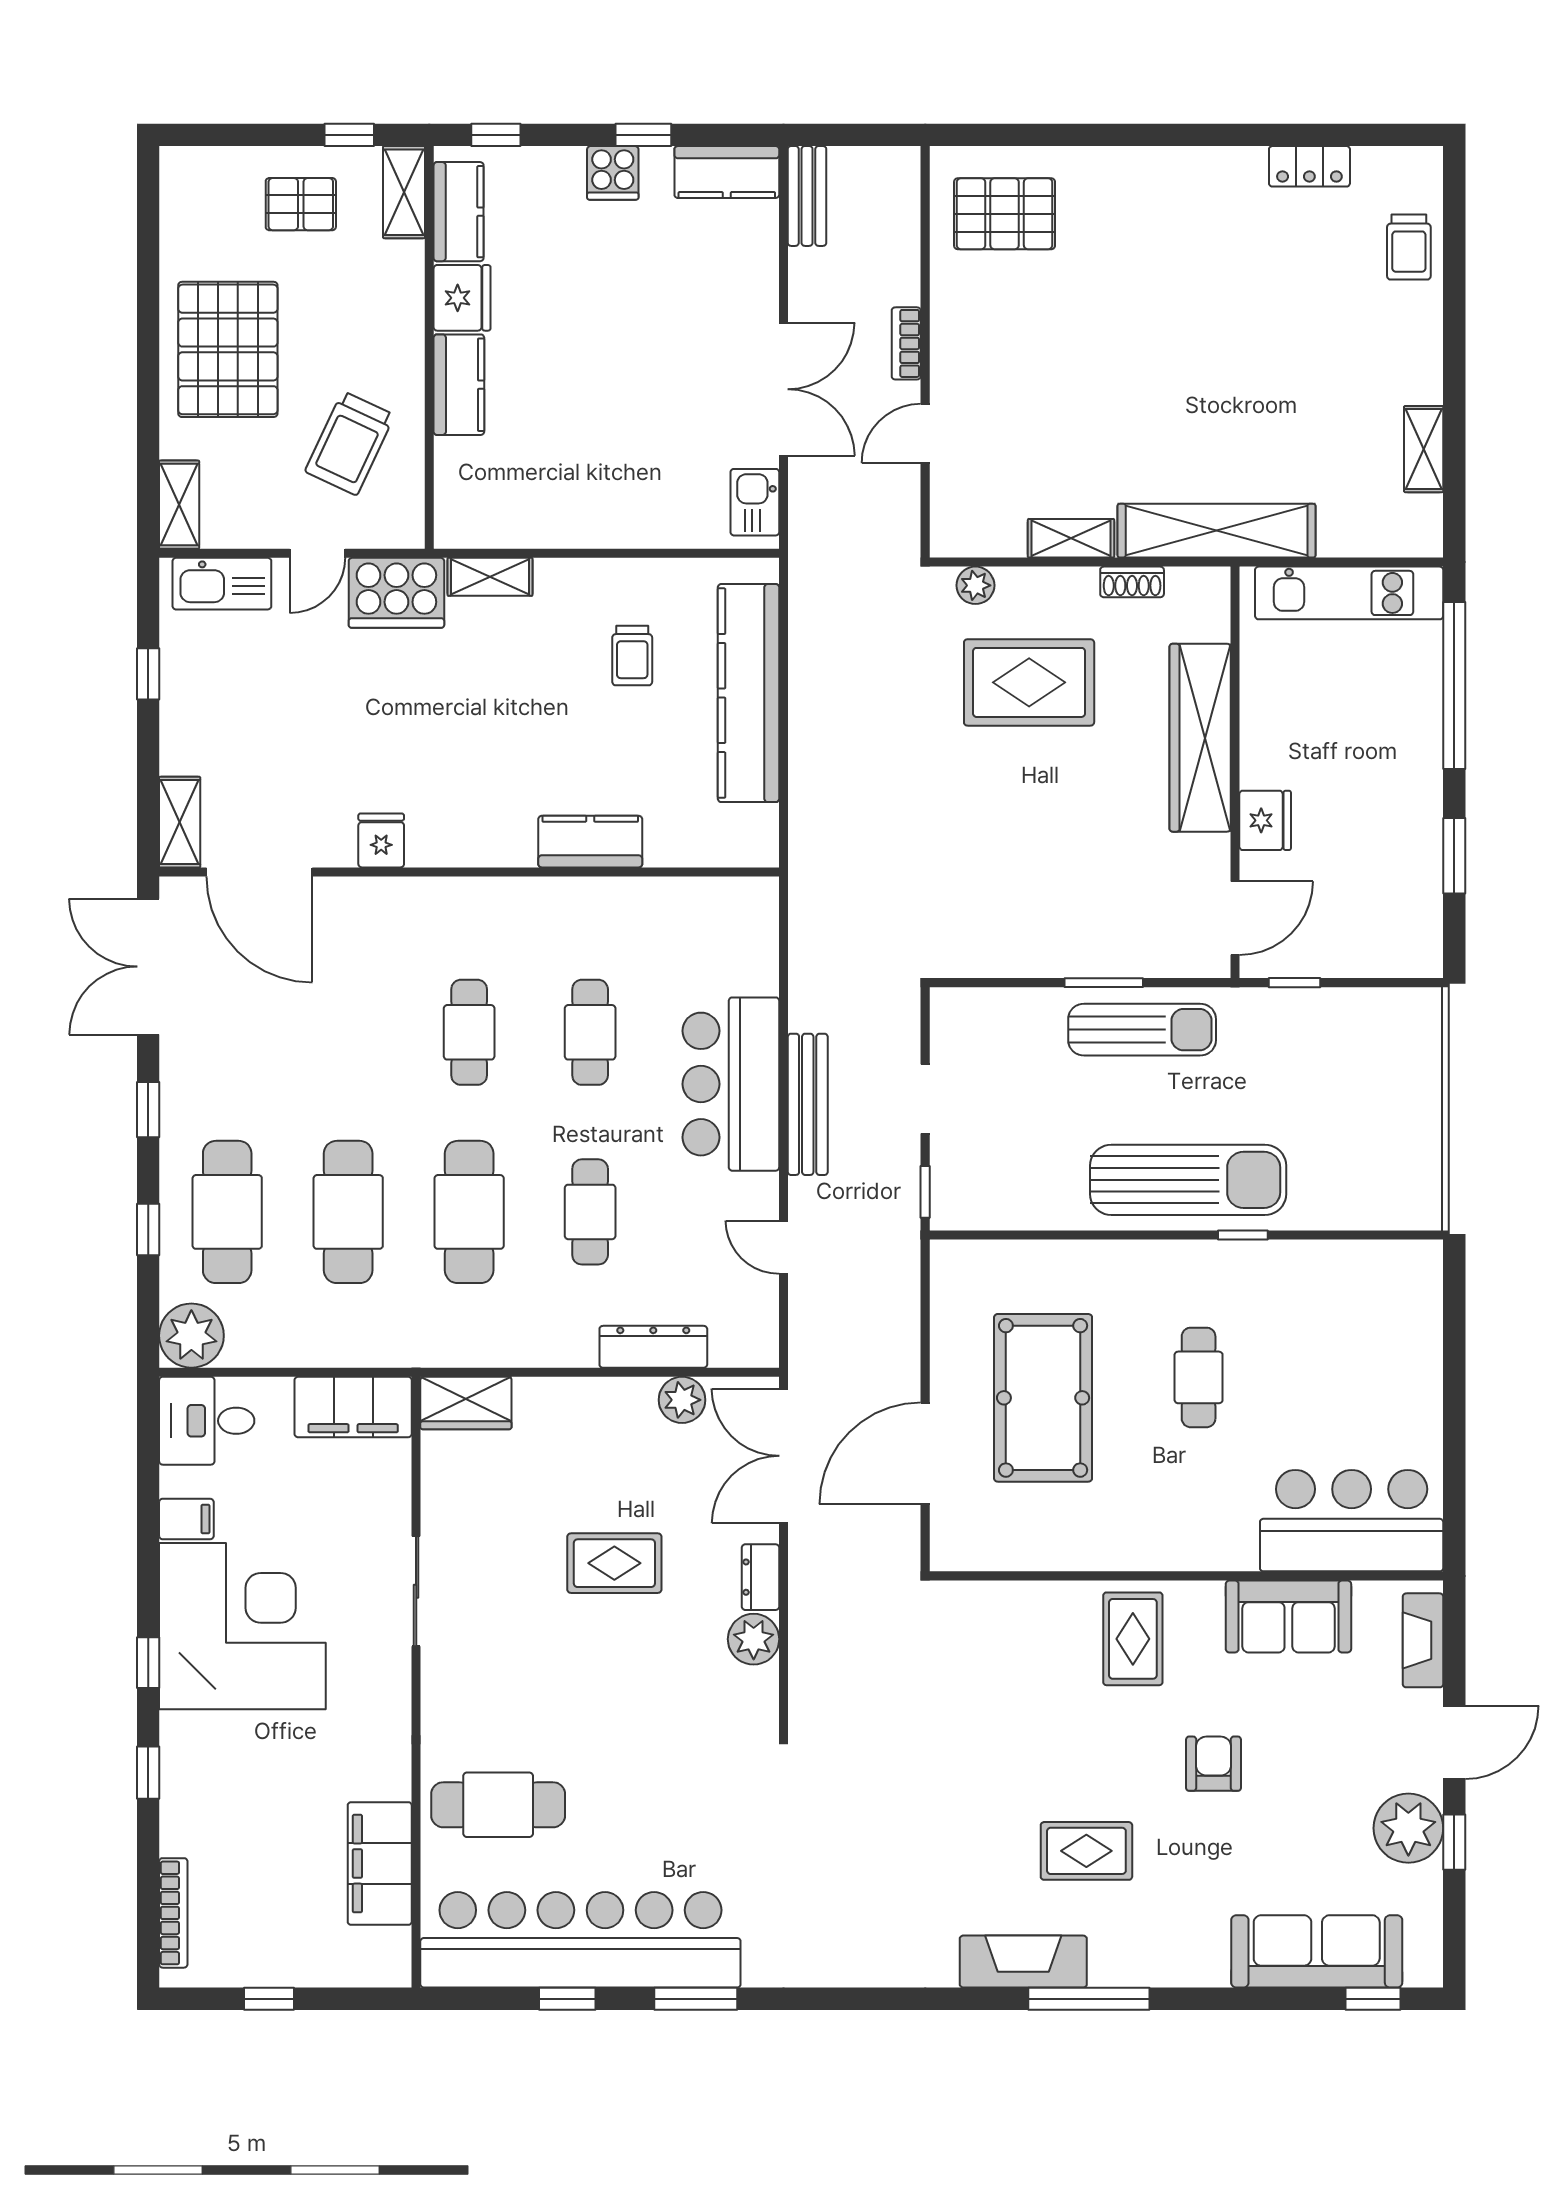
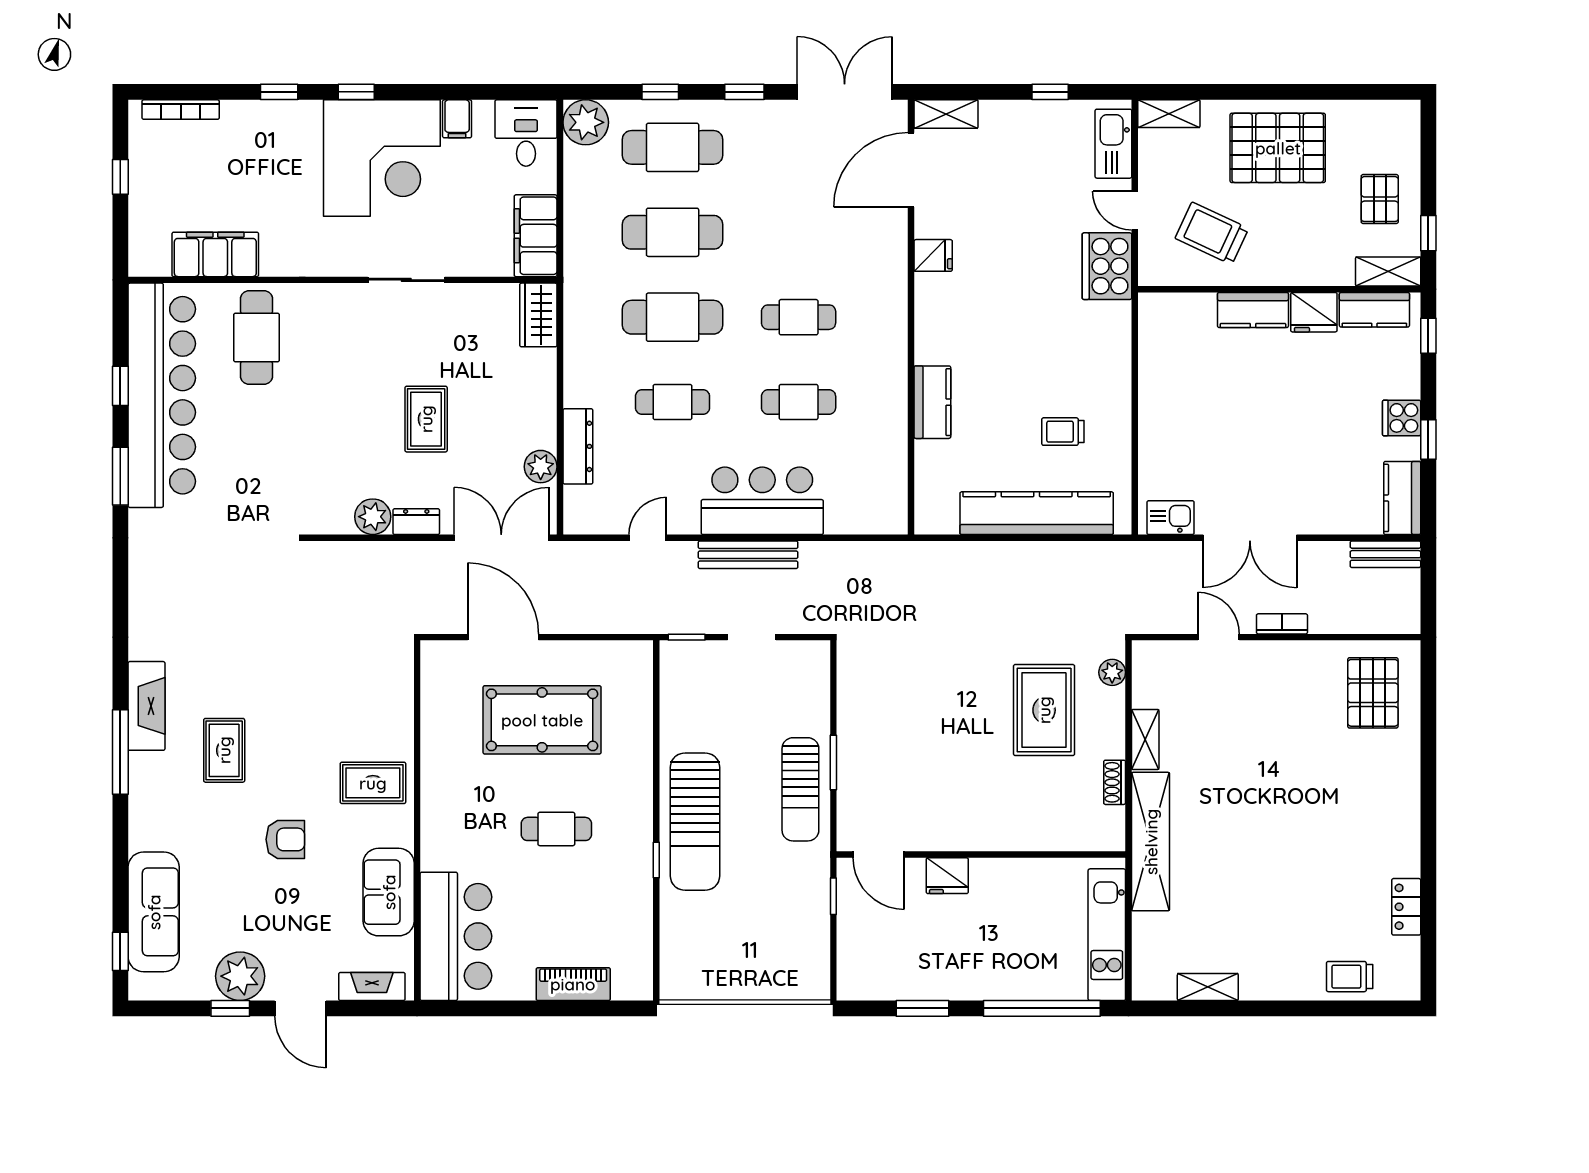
shelving: (490, 577) -> (1118, 332), removed
wardrobe: (1200, 738) -> (1005, 830), removed
piano: (1420, 1353) -> (573, 984), added

